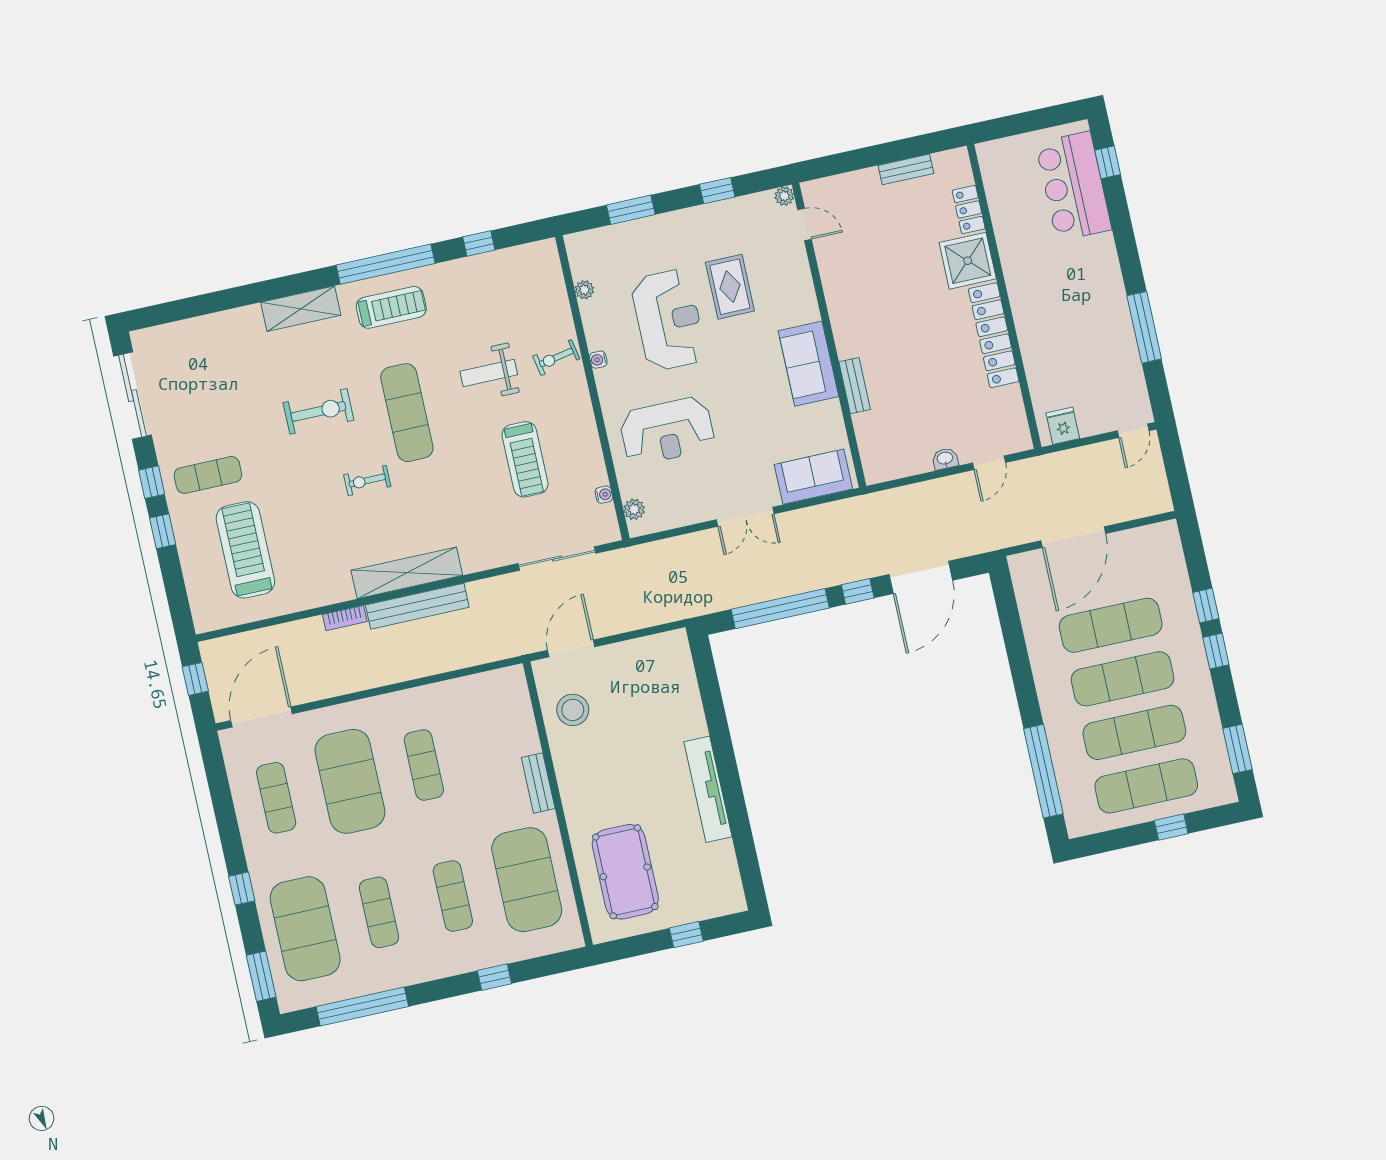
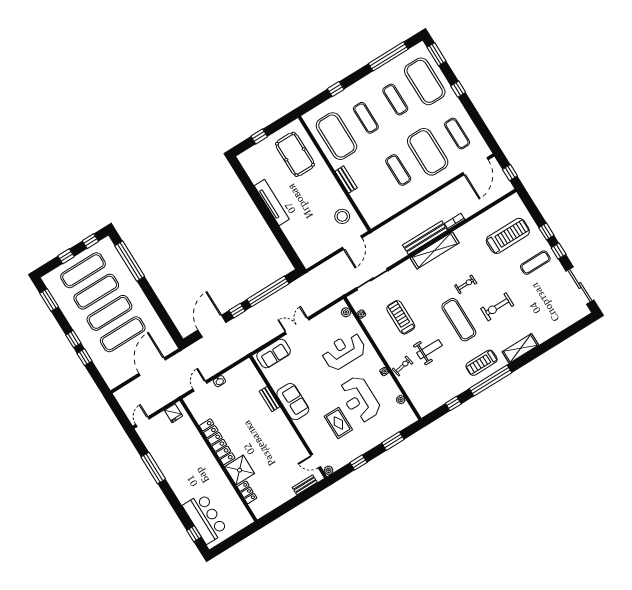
bench: (906, 169) -> (305, 485), moved
treadmill: (245, 550) -> (508, 236), turned -90
window: (1110, 841) -> (90, 241), added

